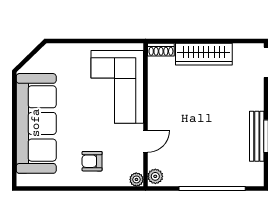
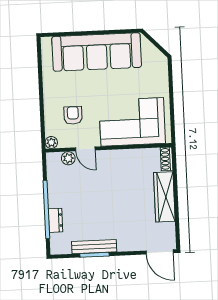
armchair: (92, 161) -> (73, 115), moved
plant: (155, 176) -> (68, 158), moved
dresser: (225, 179) -> (55, 220), added

